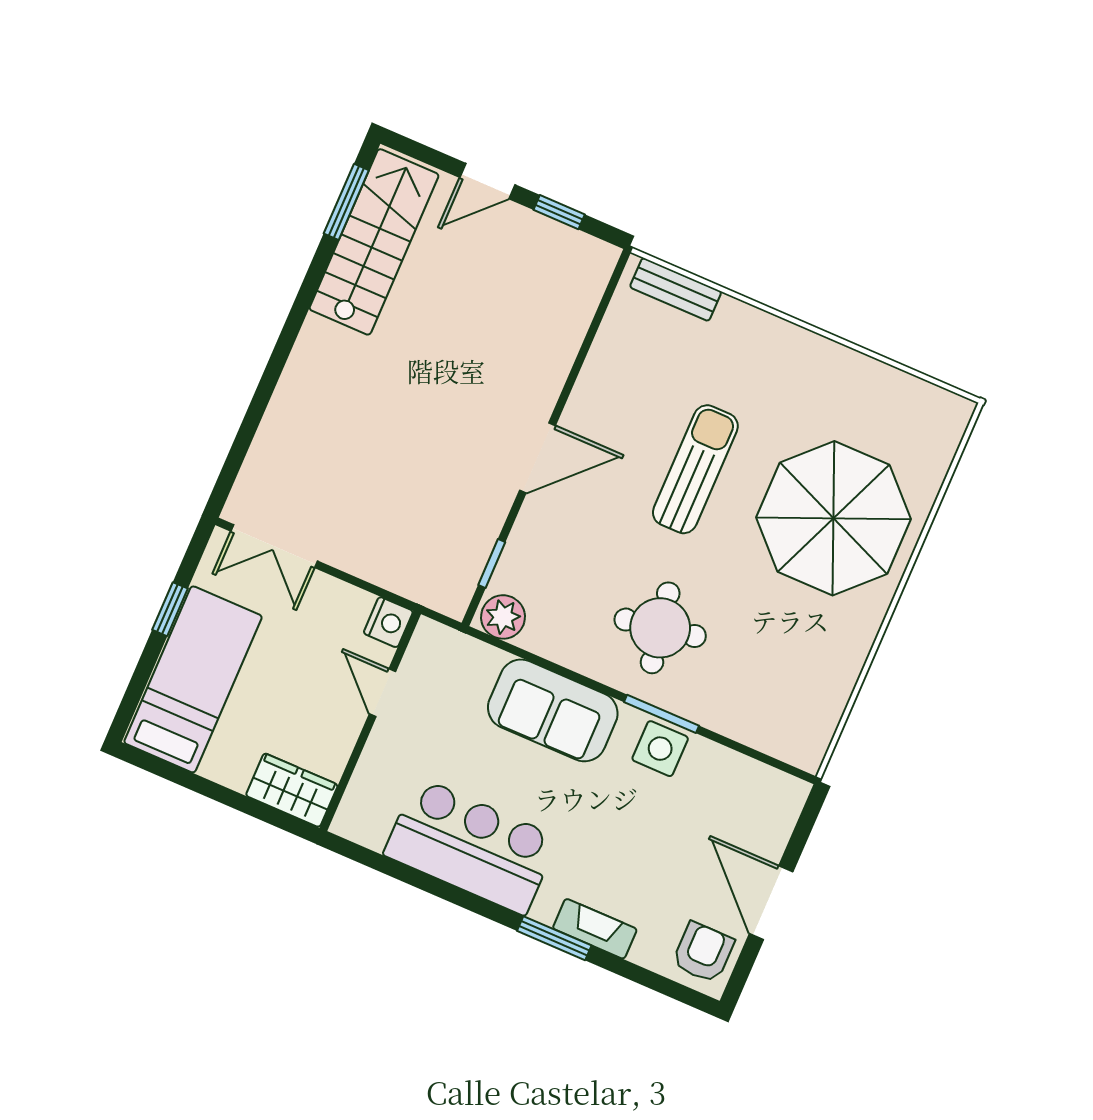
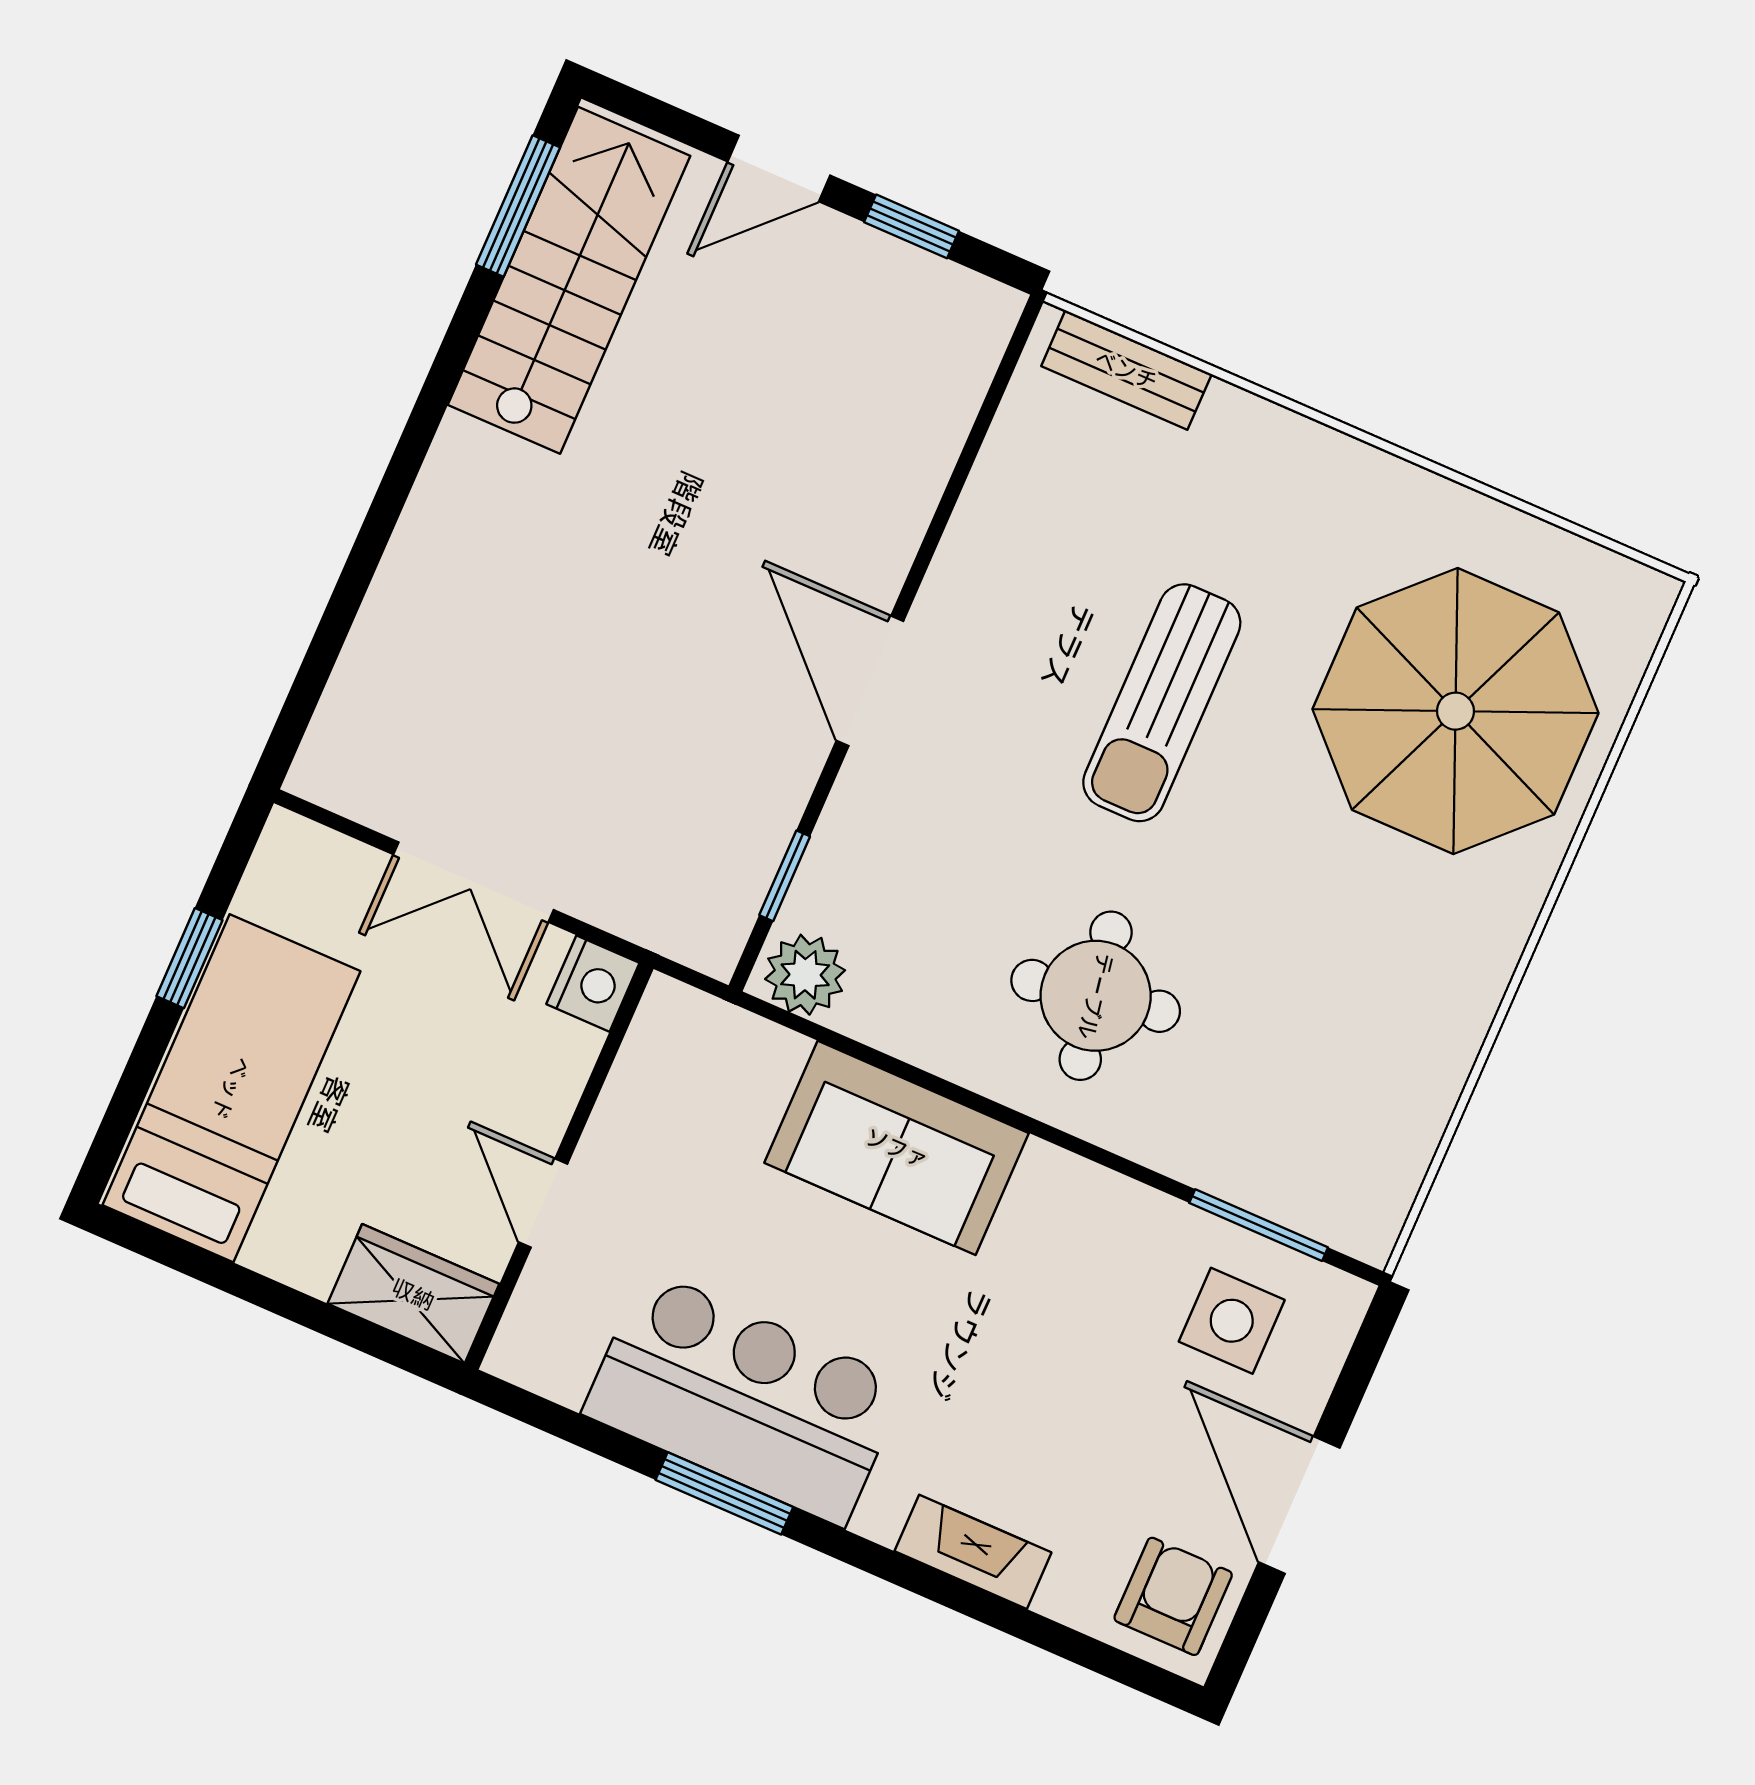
door: (537, 458) -> (870, 681), swing flipped
sun lounger: (695, 469) -> (1162, 703), turned 180
parasol: (833, 518) -> (1455, 711), moved
double door: (274, 546) -> (473, 882), moved
door: (383, 693) -> (543, 1203), moved
window: (662, 714) -> (1259, 1225), moved
side table: (660, 749) -> (1232, 1321), moved
window: (554, 938) -> (724, 1493), moved

